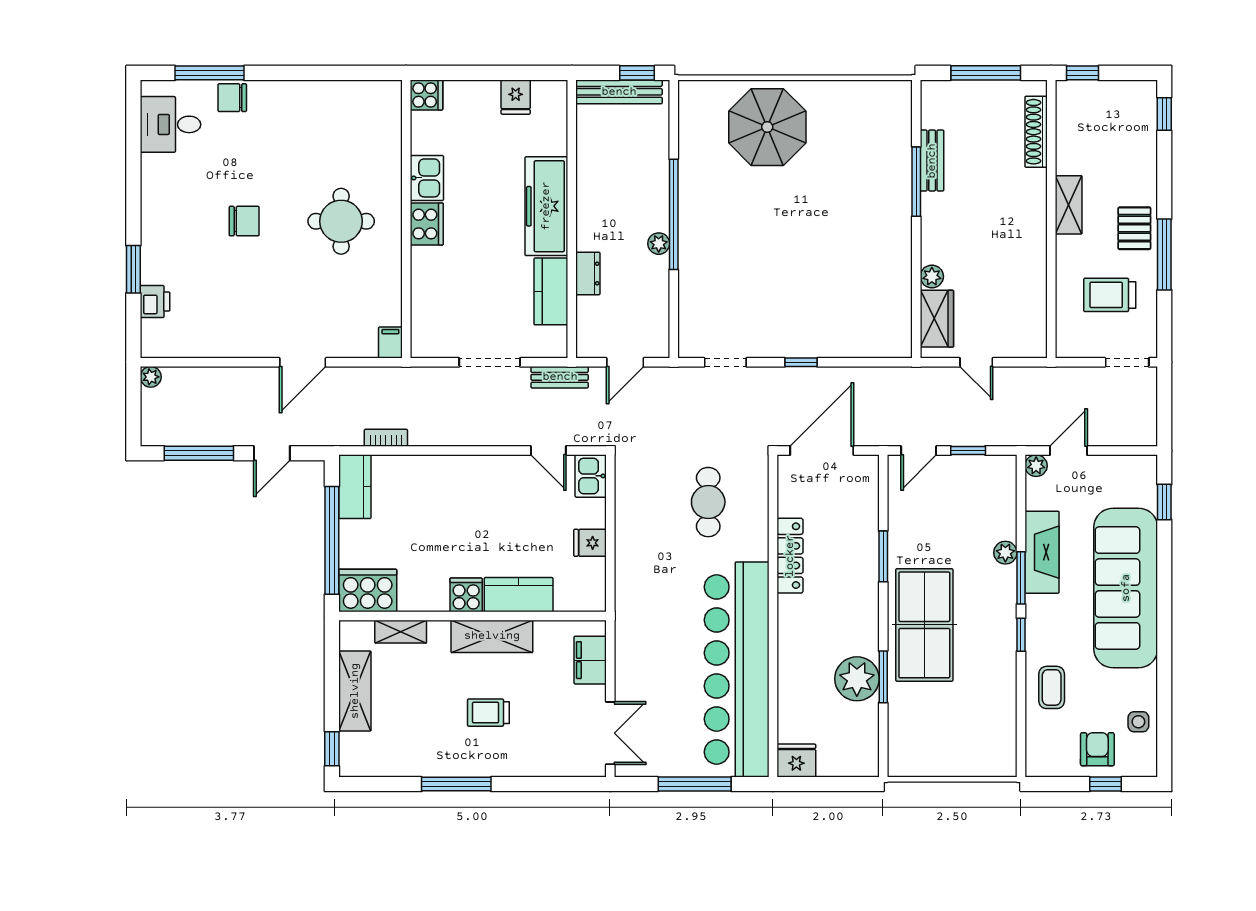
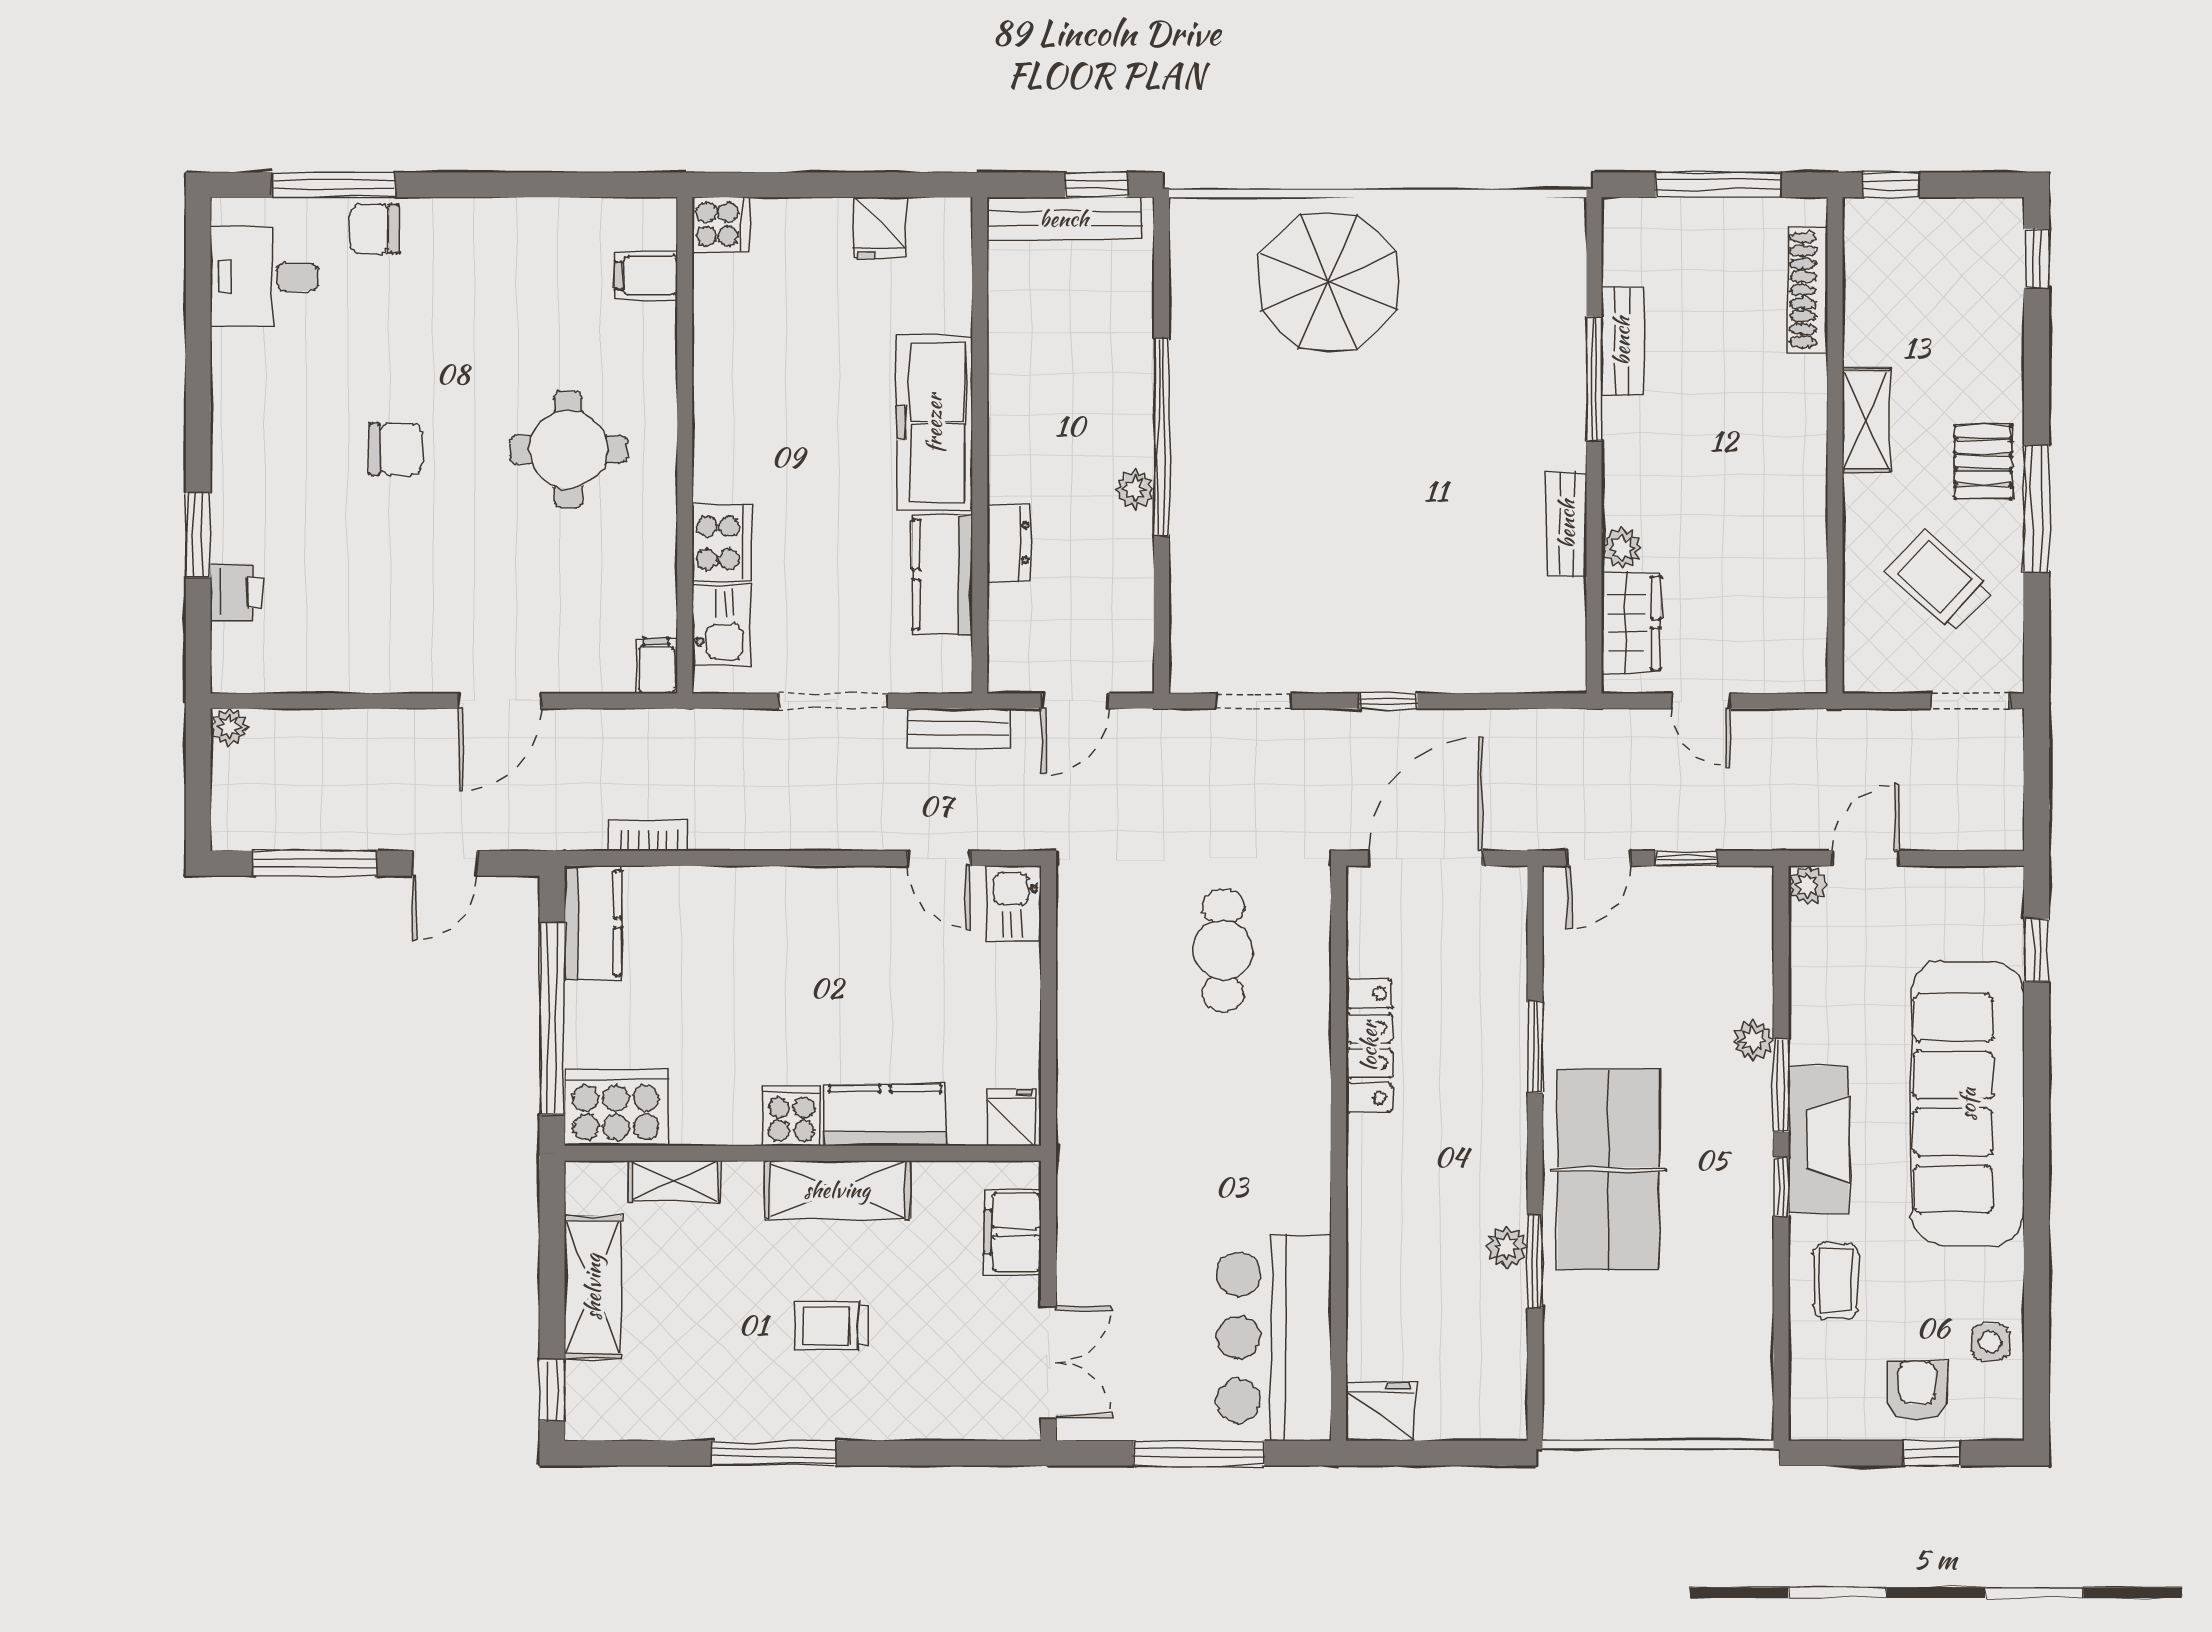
filing cabinet: (385, 124) -> (646, 275), added
kitchen sink: (427, 178) -> (721, 625), moved
cooker: (427, 224) -> (721, 543), moved
bench: (901, 263) -> (1567, 524), added
trolley: (1110, 295) -> (1939, 581), turned 42
fridge: (590, 543) -> (1011, 1117), moved, turned 90
fireplace: (1042, 552) -> (1818, 1140), moved
bar counter: (737, 670) -> (1274, 1338), width x0.54
plant: (857, 679) -> (1507, 1247), width x0.53, depth x0.53

